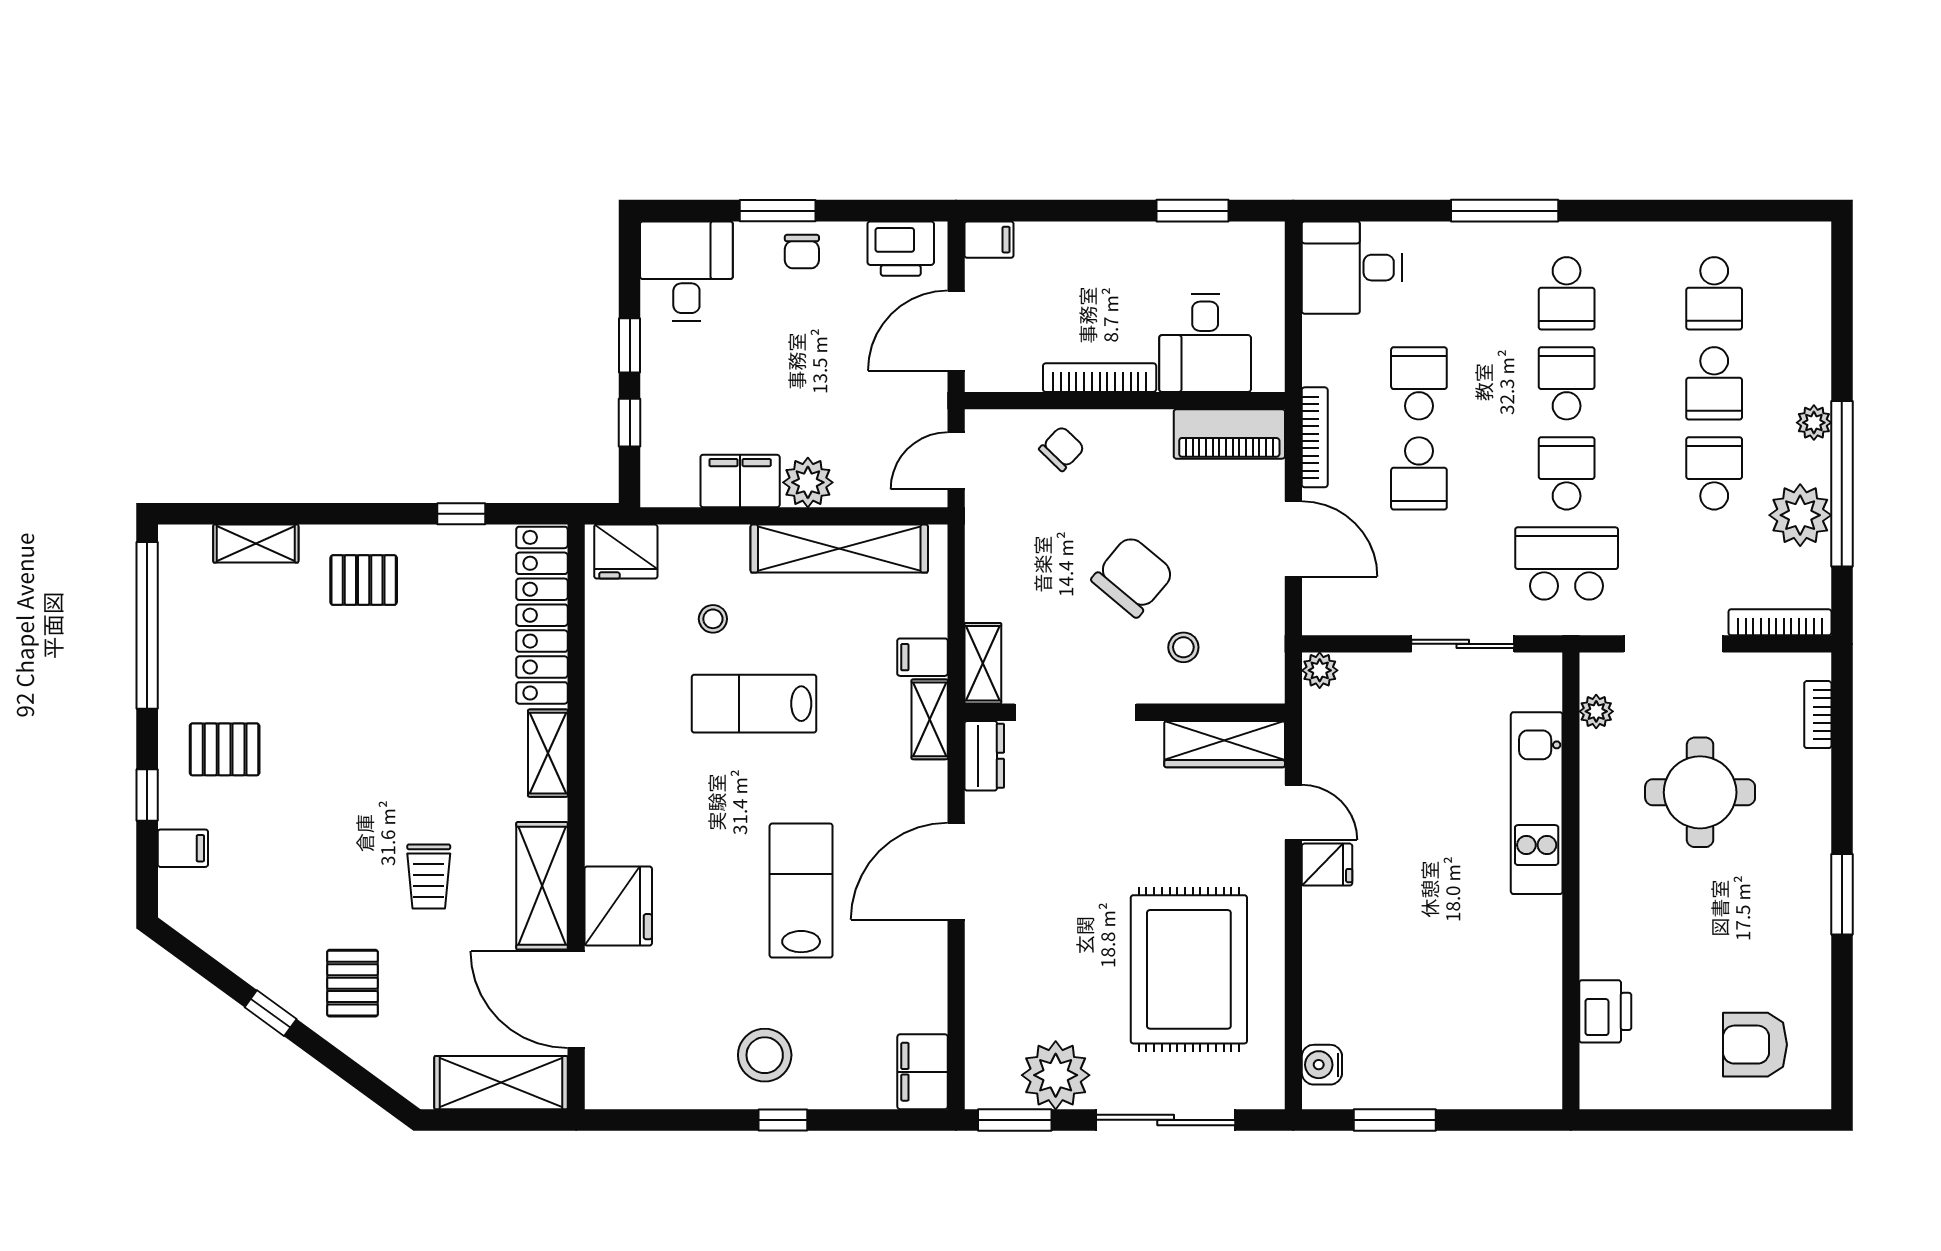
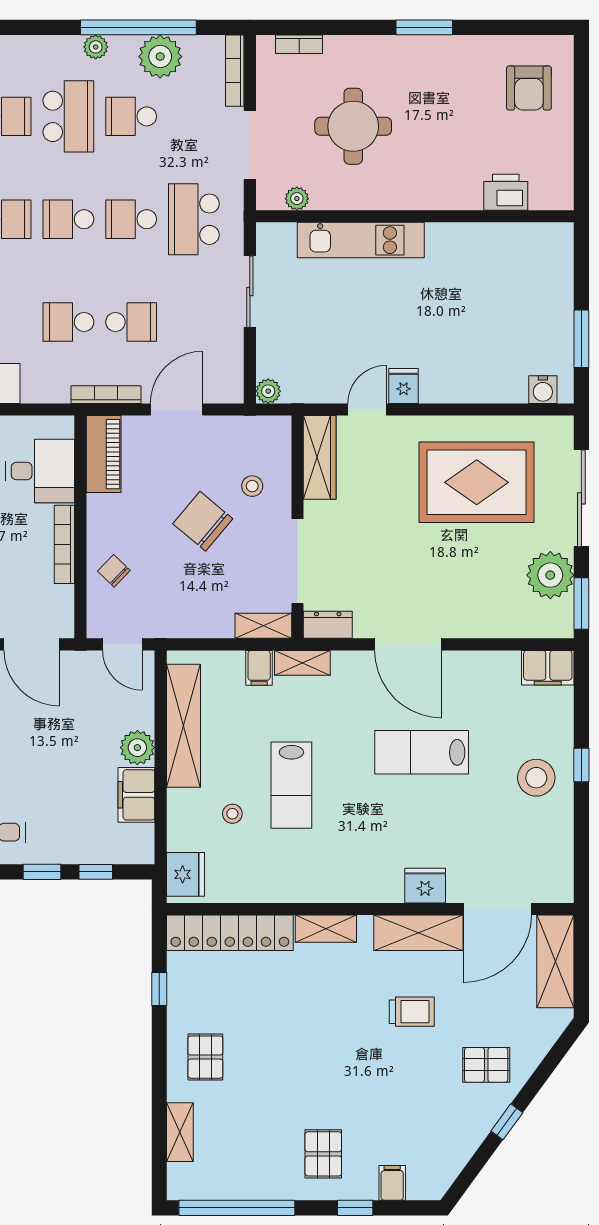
school desk: (1714, 383) -> (68, 116), width x1.85
fridge: (618, 906) -> (425, 886), width x0.73, depth x0.75

